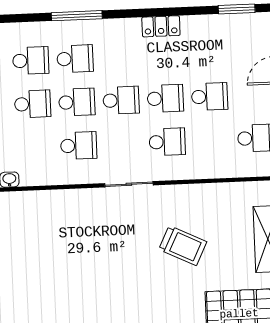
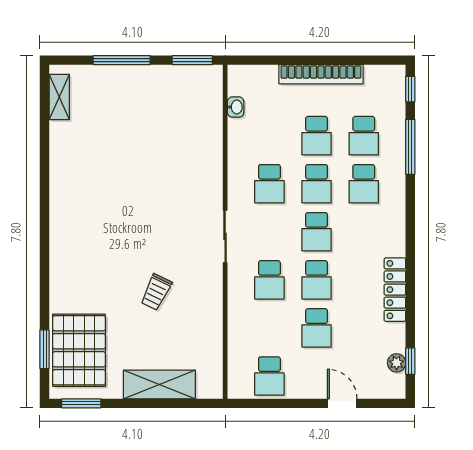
window: (237, 9) -> (410, 361), width x0.67
window: (77, 16) -> (410, 147), moved
plant: (239, 22) -> (397, 363), added
locker: (161, 26) -> (395, 290), width x1.53
trolley: (183, 246) -> (156, 292), width x0.73, depth x0.72

